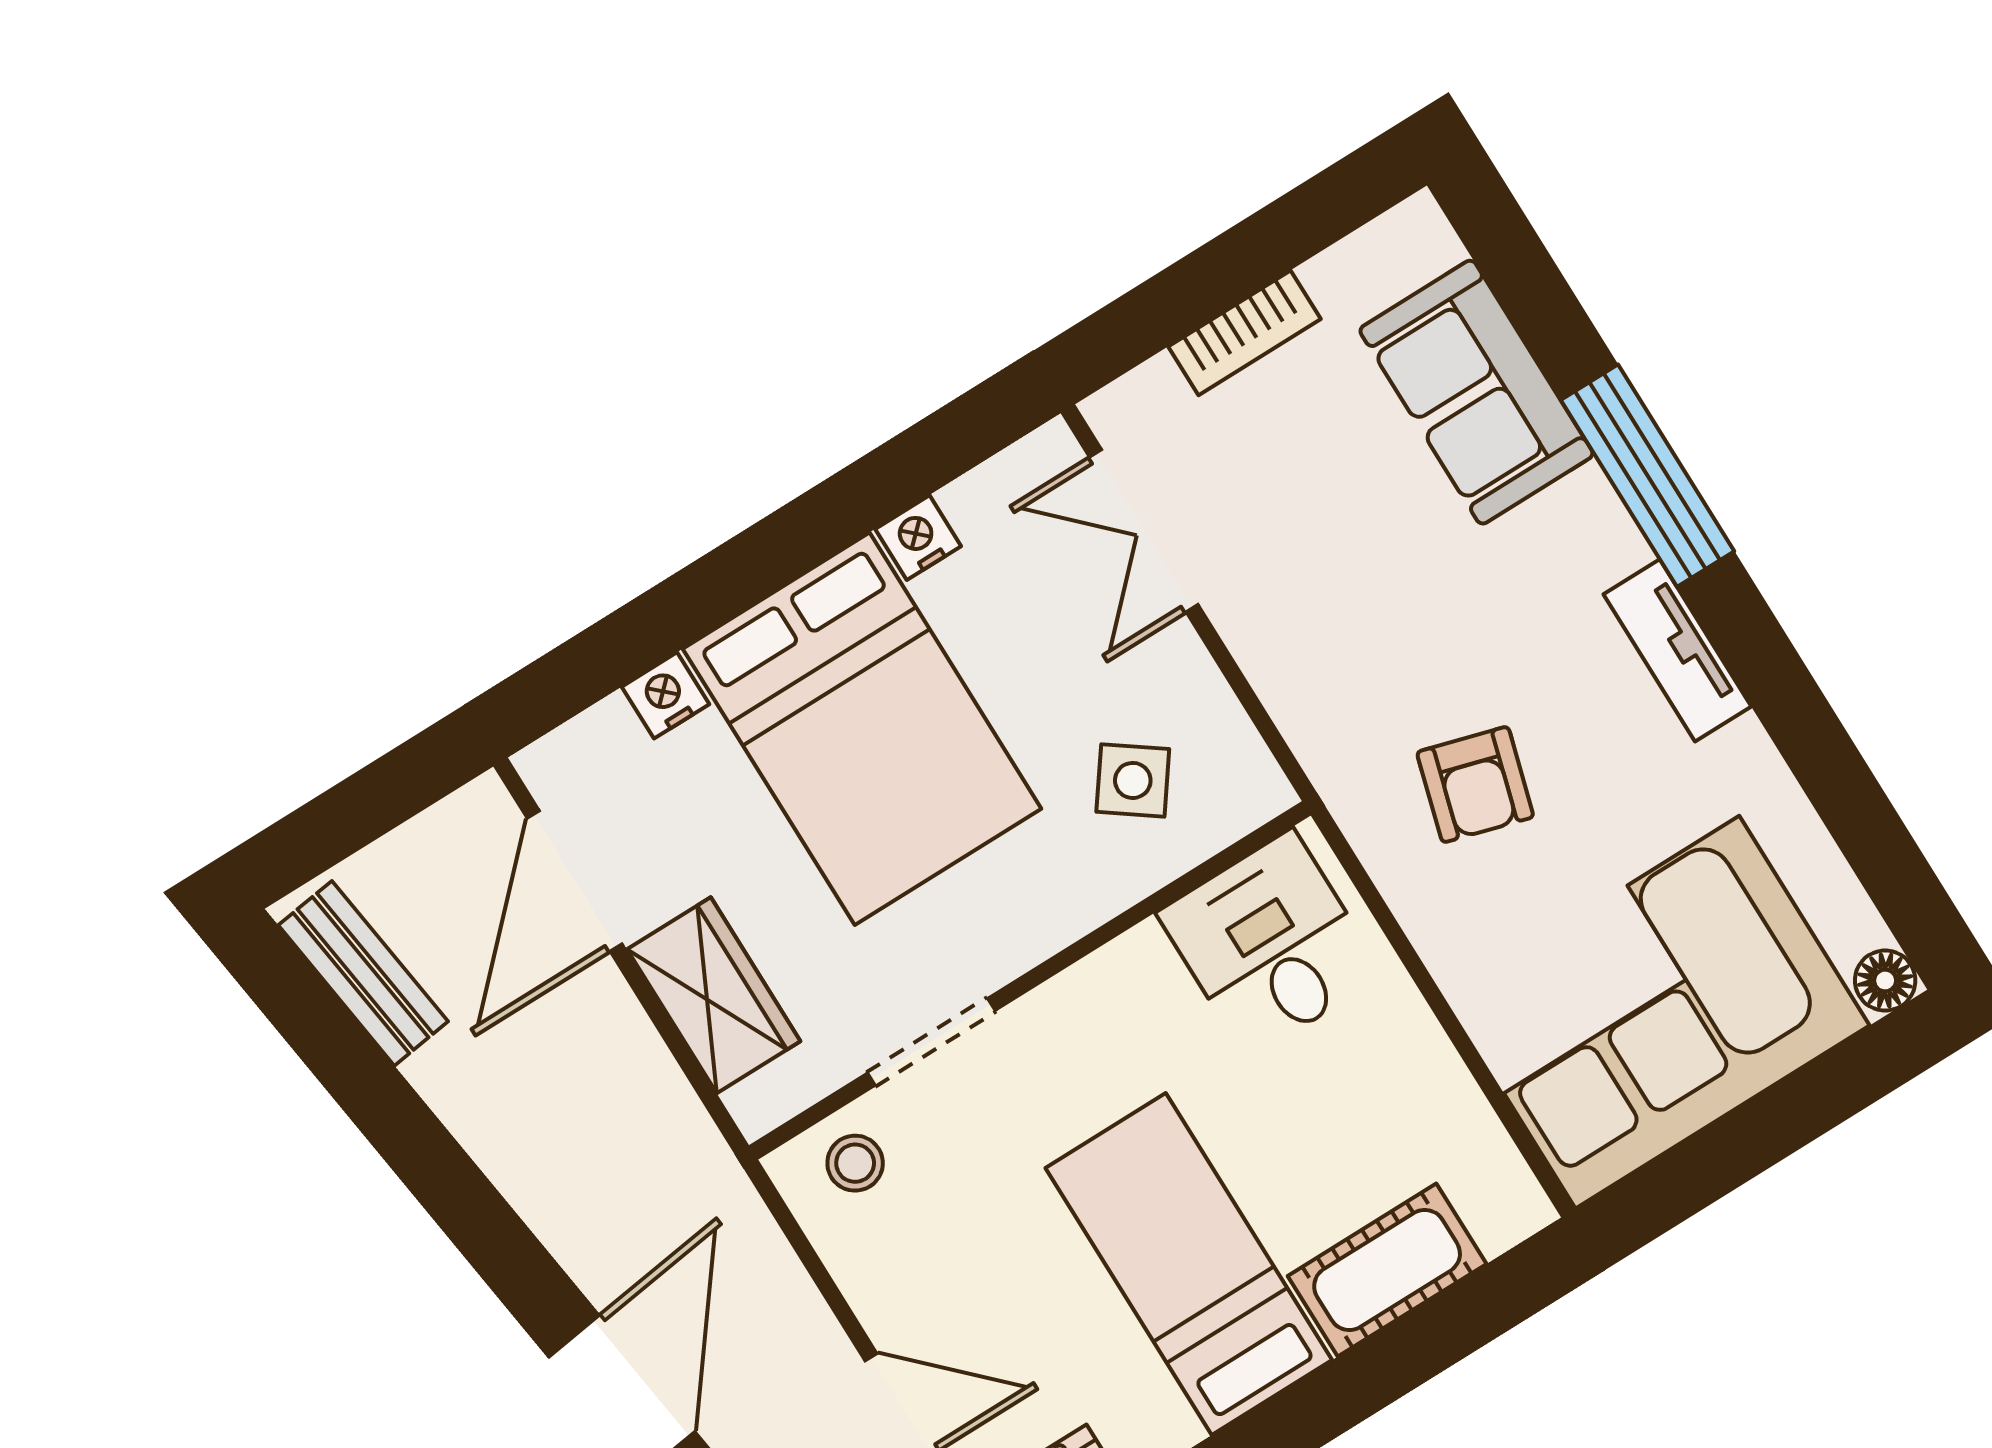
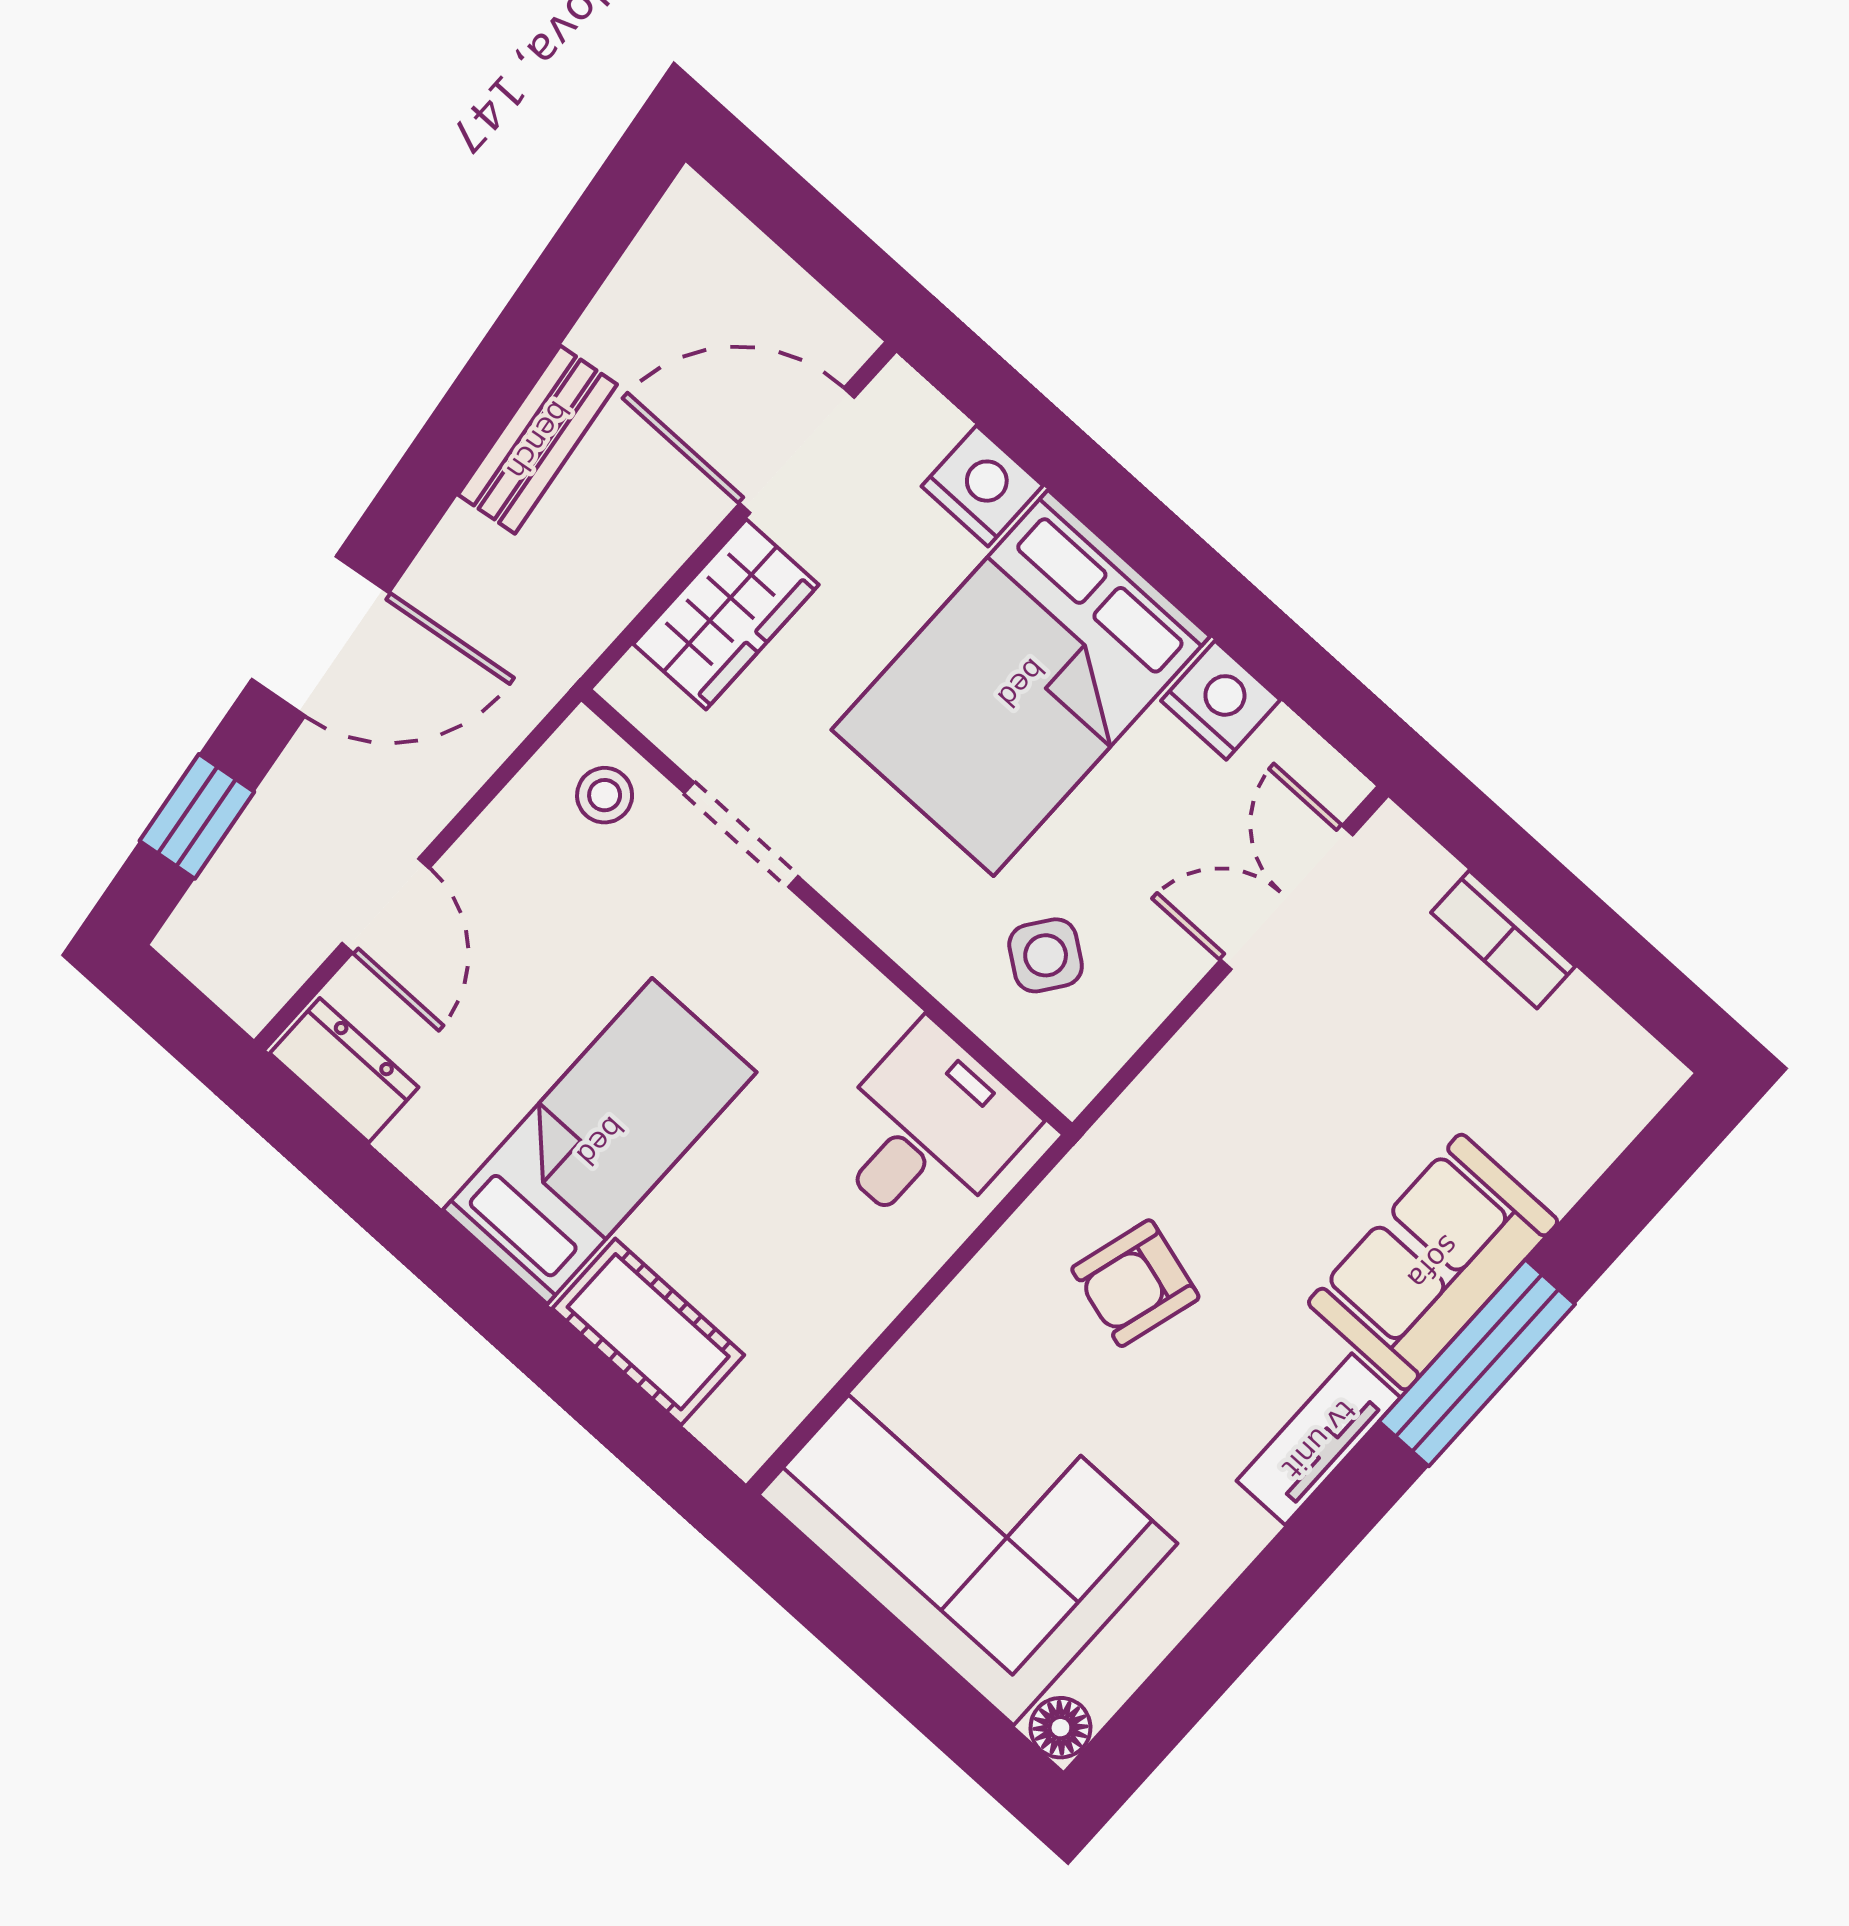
sofa: (1476, 392) -> (1433, 1262), moved
nightstand: (918, 538) -> (1221, 700), width x1.39, depth x1.35
nightstand: (665, 695) -> (982, 486), width x1.39, depth x1.35
bench: (363, 973) -> (538, 440), moved

